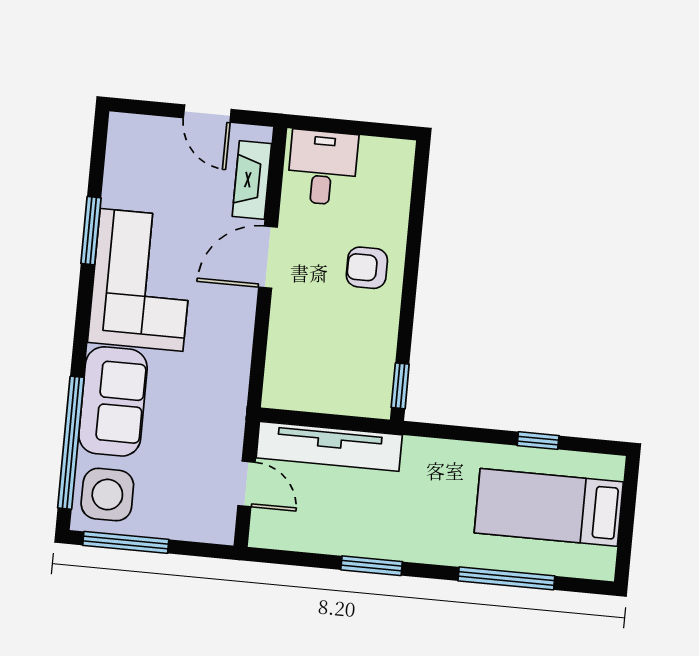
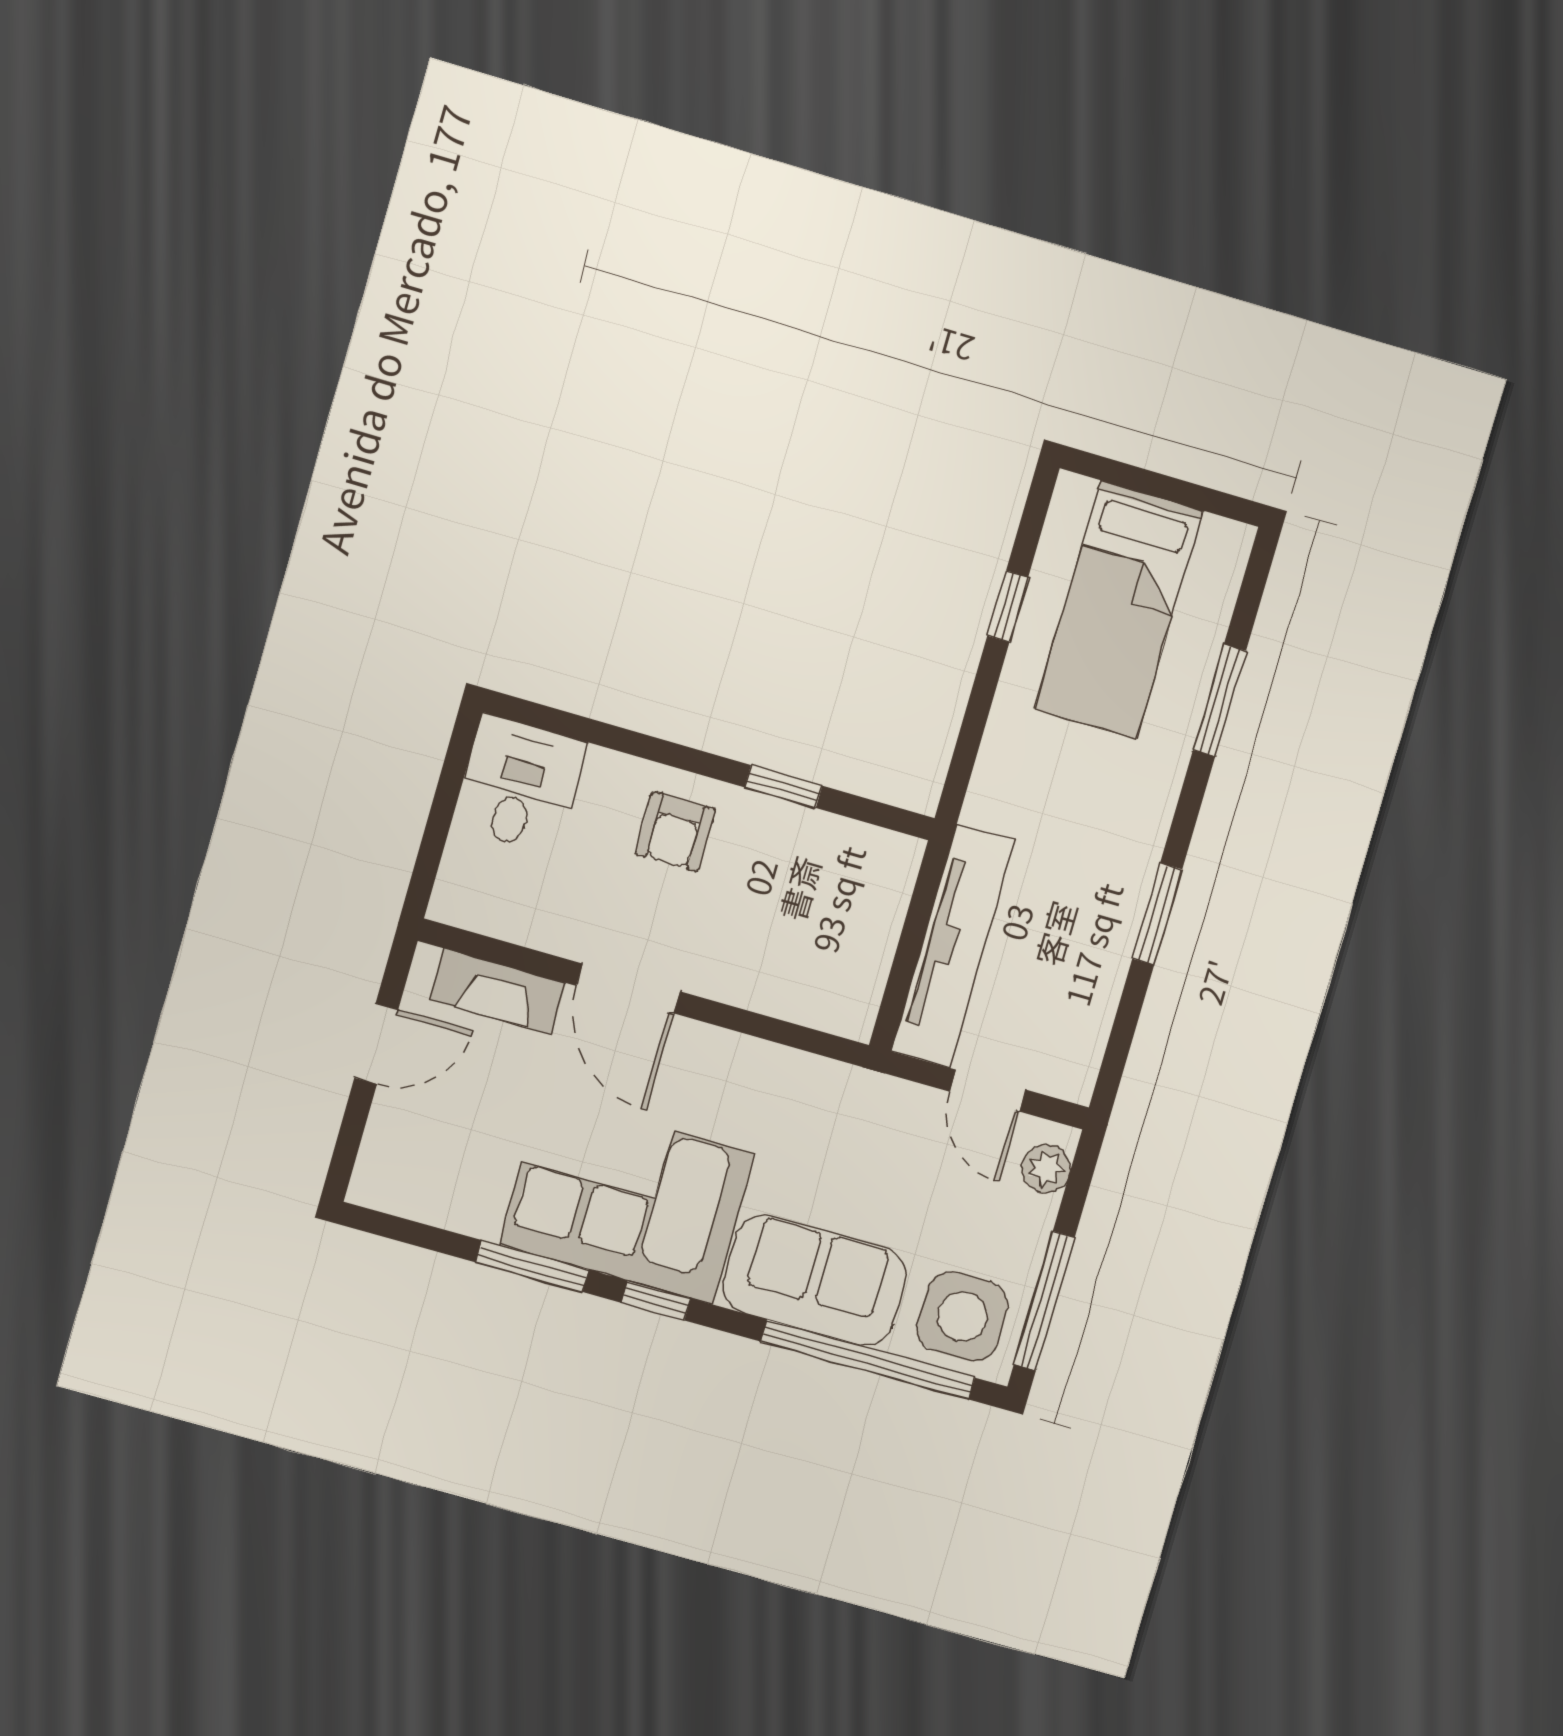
desk: (323, 168) -> (519, 785), moved, turned 90
window: (84, 309) -> (656, 1301), added
window: (400, 386) -> (783, 787), moved
door: (247, 484) -> (988, 1091), swing flipped
plant: (206, 528) -> (1046, 1168), added
window: (506, 578) -> (1220, 700), width x0.69

